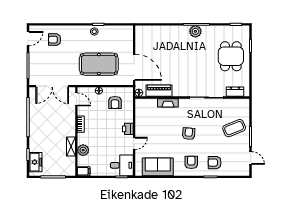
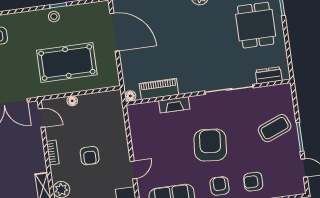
door: (134, 67) -> (115, 32), moved
armchair: (115, 102) -> (90, 156), moved
printer: (128, 129) -> (122, 150), removed
armchair: (189, 134) -> (210, 145), width x1.88, depth x1.88

